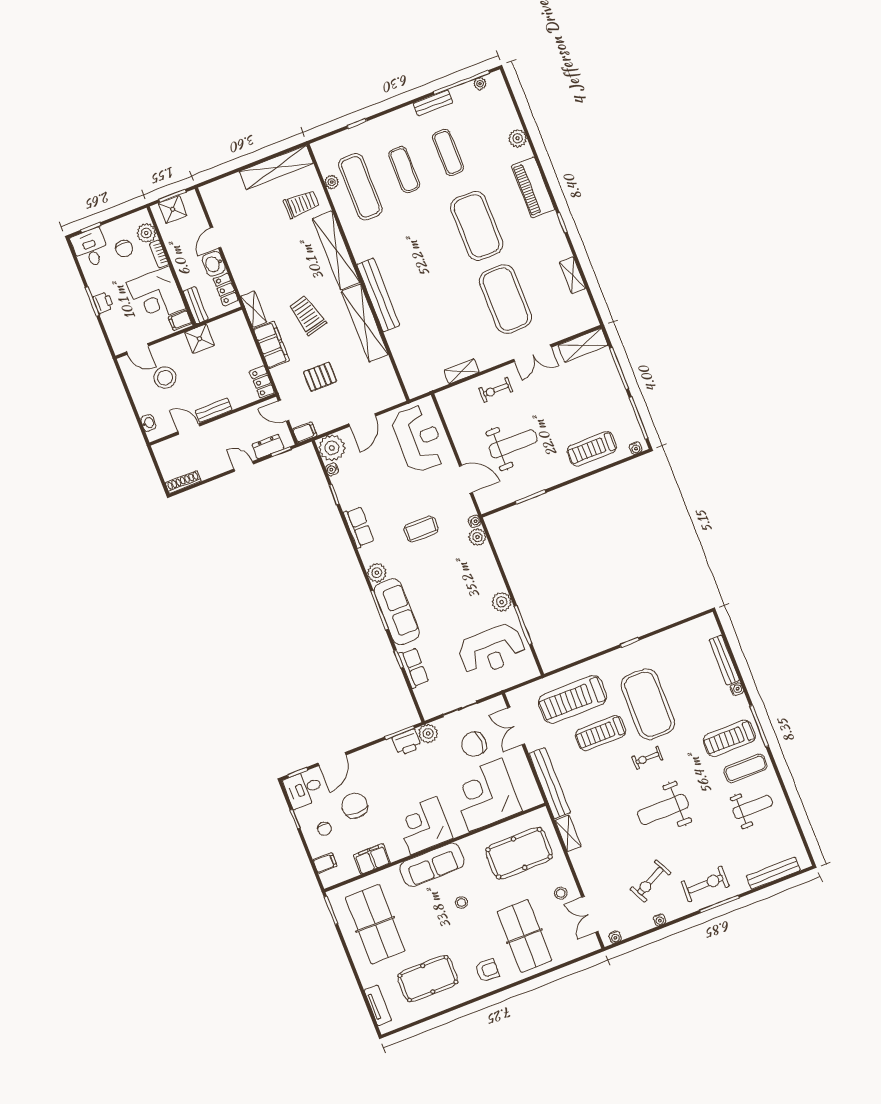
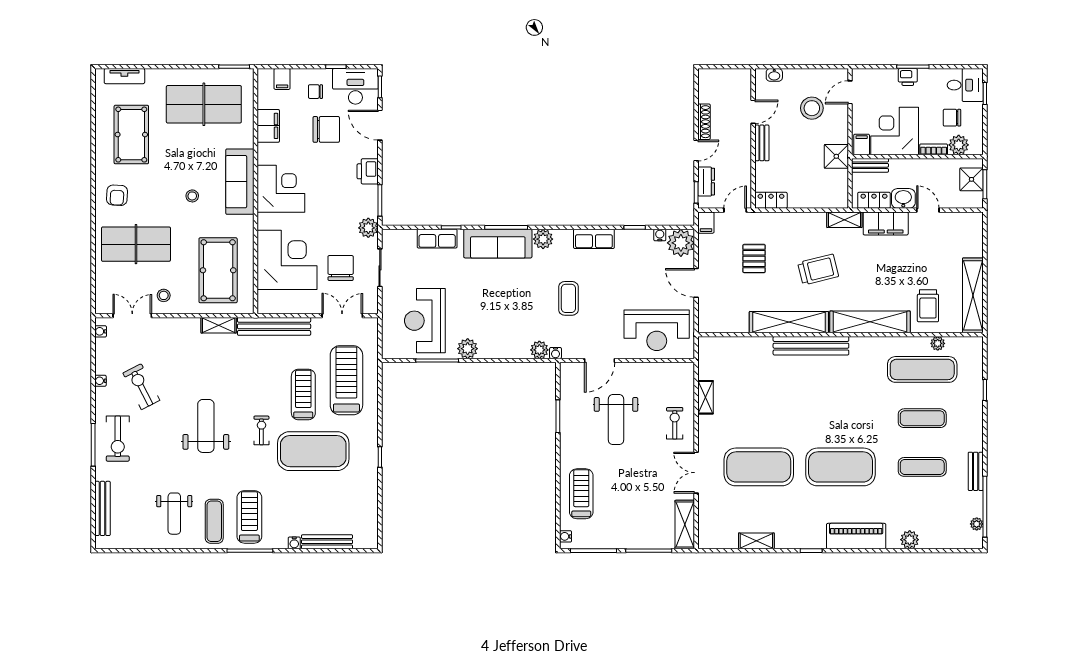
filing cabinet: (271, 345) -> (886, 223), moved
shoe rack: (183, 482) -> (704, 122), moved
printer: (407, 742) -> (368, 171), moved
desk: (304, 789) -> (355, 86), width x1.37

